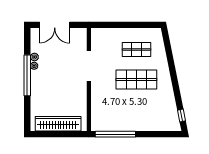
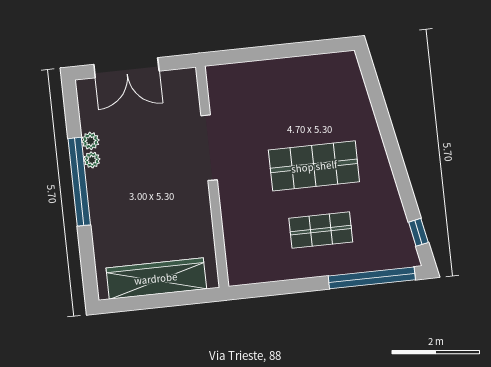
shop shelf: (136, 50) -> (321, 230), moved
window: (115, 134) -> (372, 278), moved

